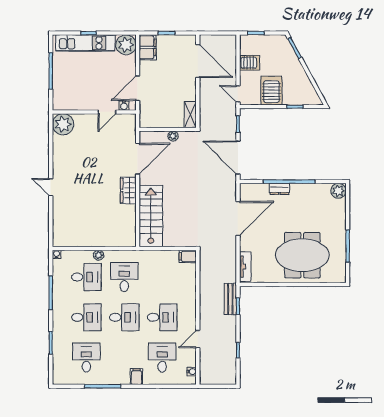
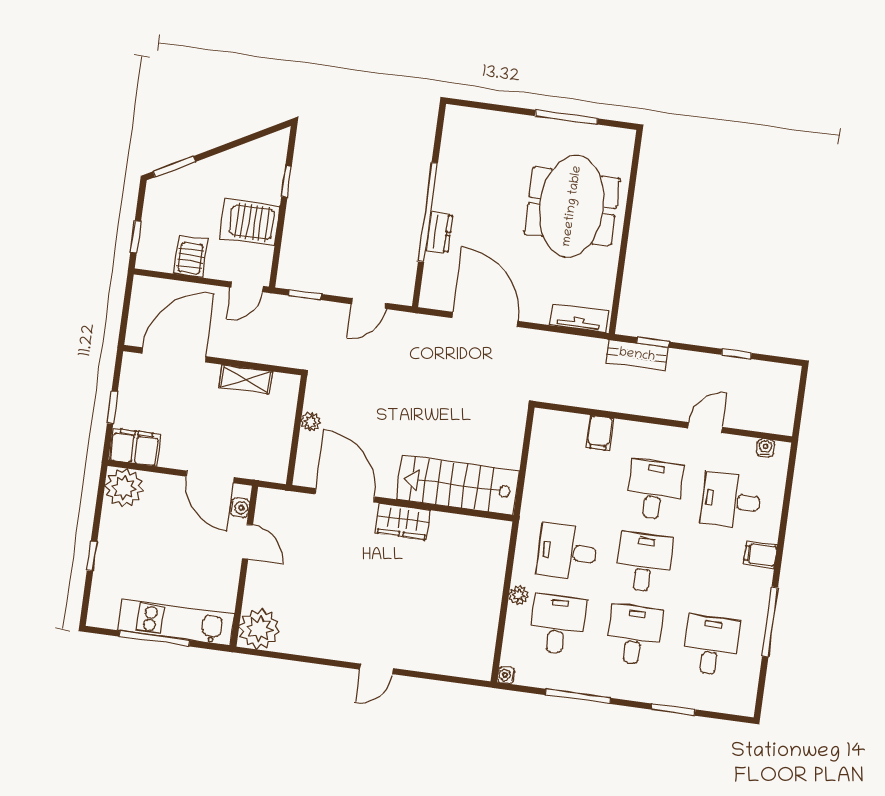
kitchen unit: (85, 43) -> (176, 622), moved, turned -90
shelving: (190, 115) -> (246, 379), moved
door: (238, 158) -> (369, 304), width x0.53
plant: (338, 191) -> (458, 120), removed
filing cabinet: (188, 256) -> (600, 433), moved
door: (198, 339) -> (705, 428), swing flipped
desk: (86, 358) -> (711, 645), turned 90

